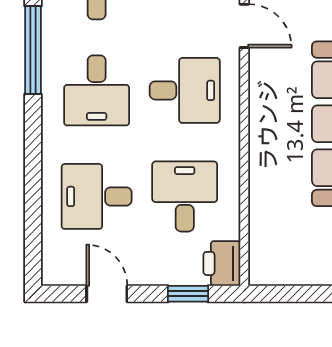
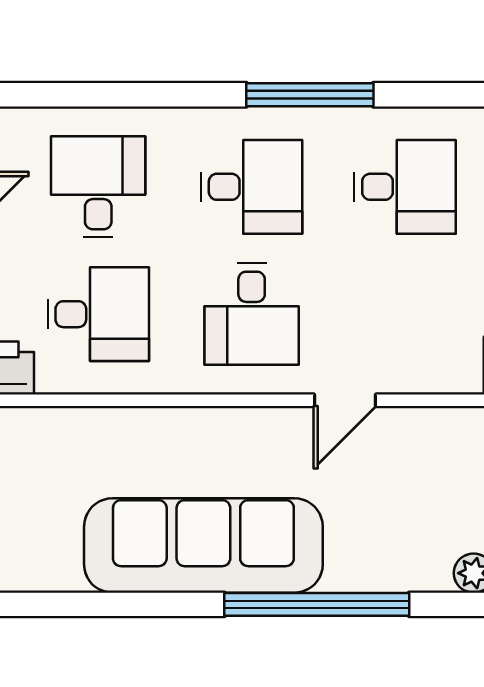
desk: (97, 90) -> (252, 187), turned 180

